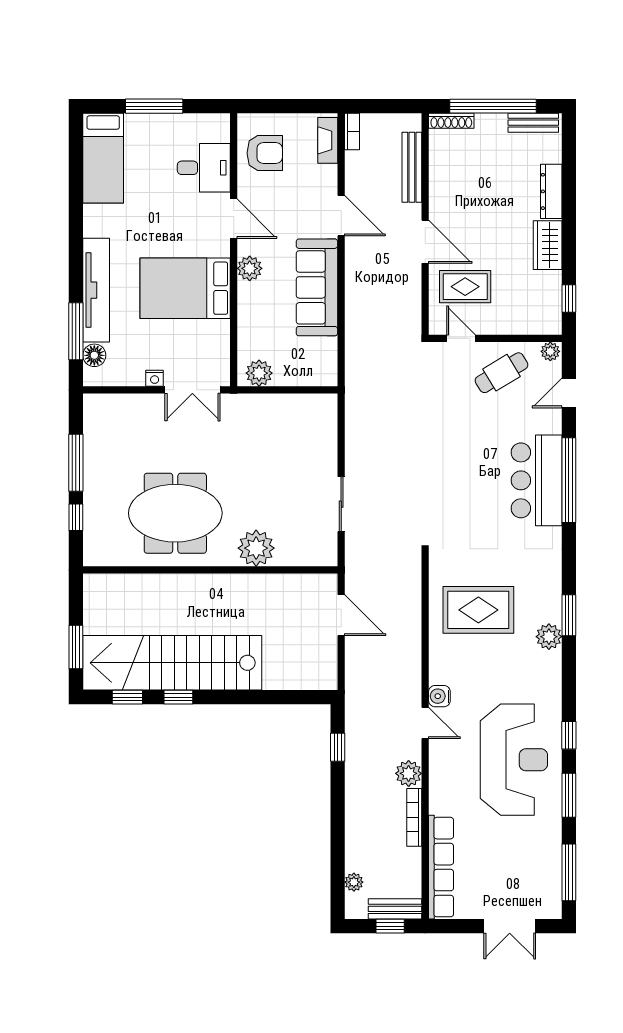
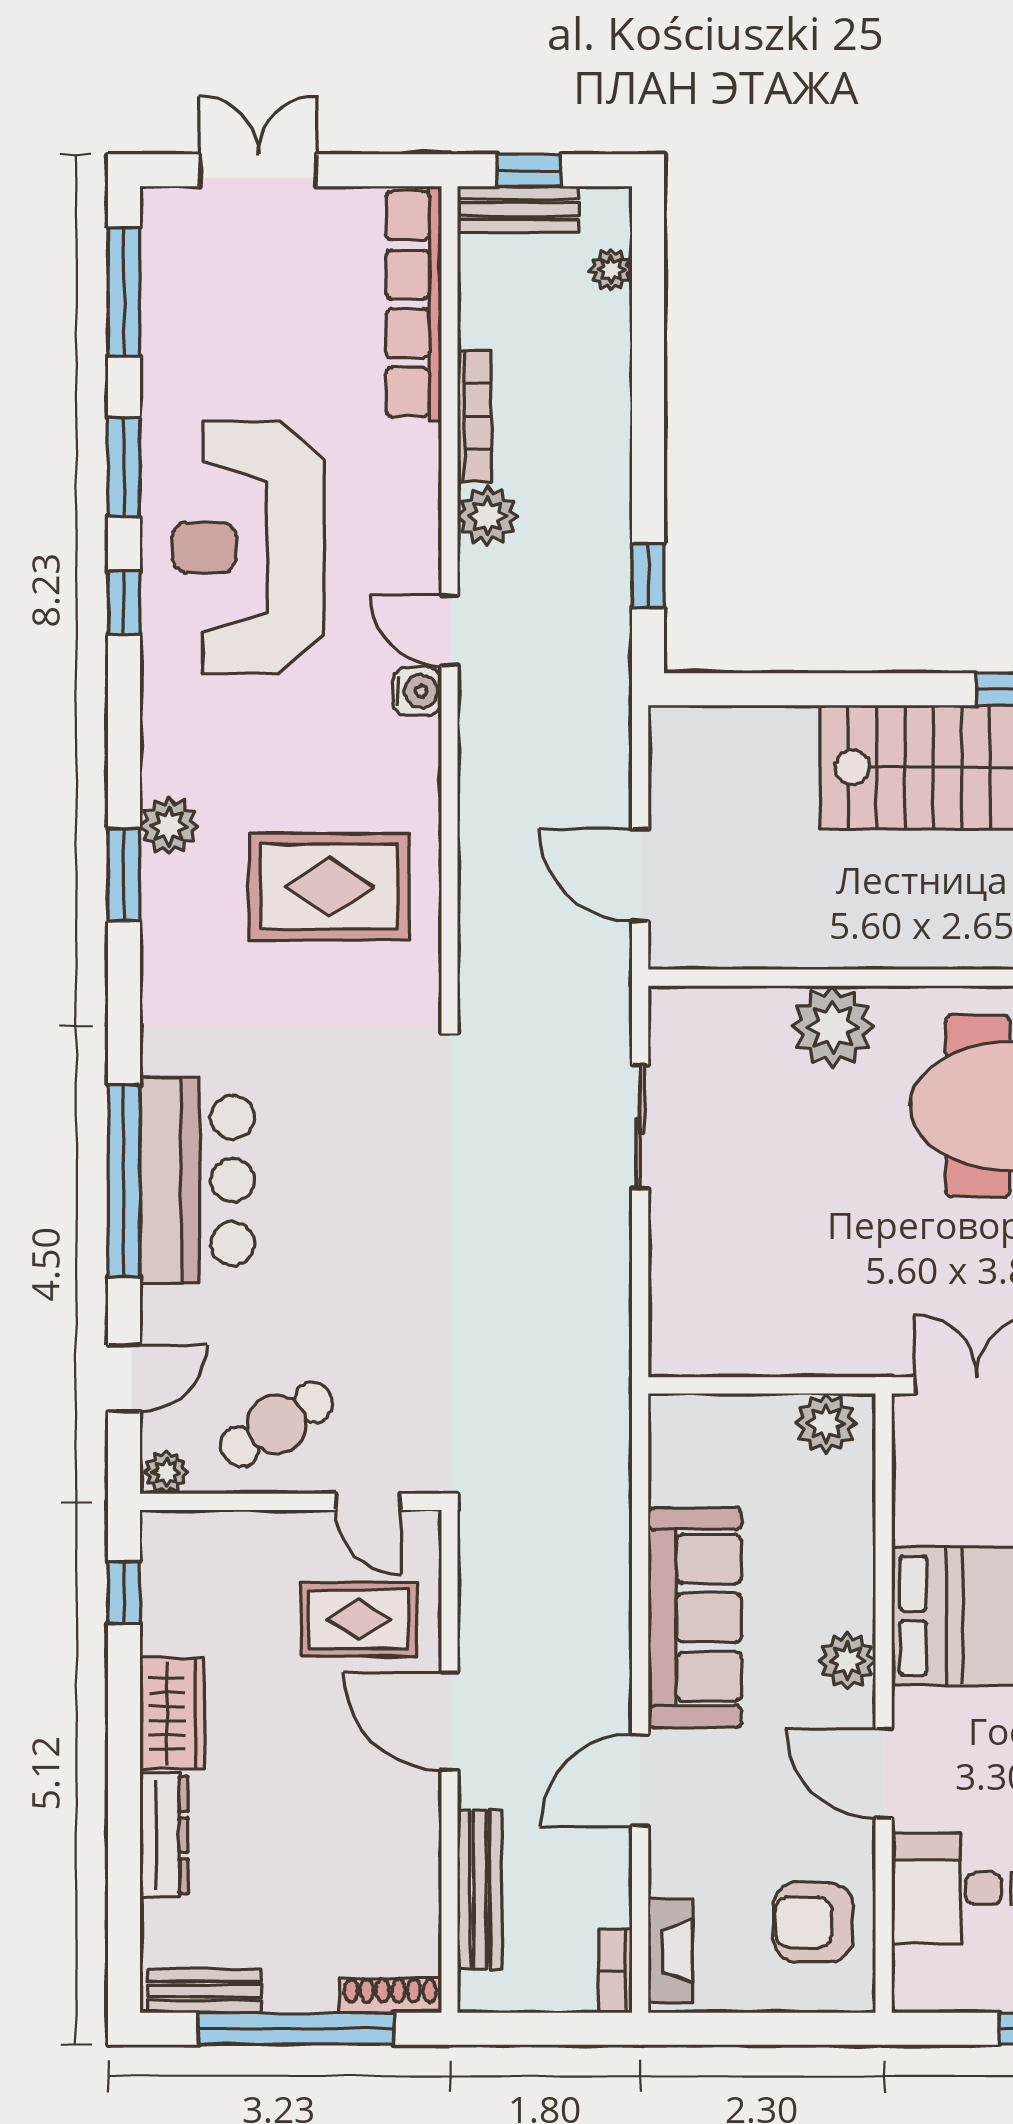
door: (341, 216) -> (640, 1780), hinge flipped

